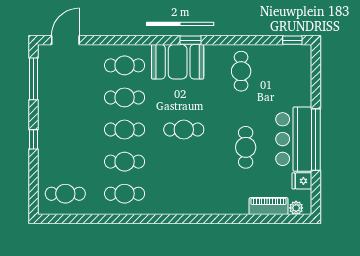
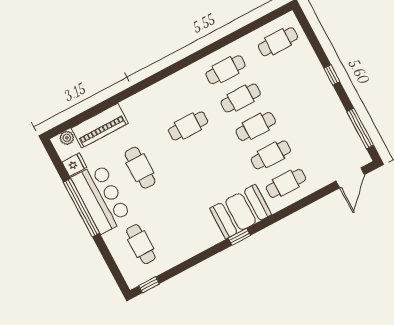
cafe table: (241, 71) -> (141, 244), moved
cafe table: (184, 130) -> (188, 126), moved
piano: (269, 206) -> (100, 126), width x1.37, depth x1.33

